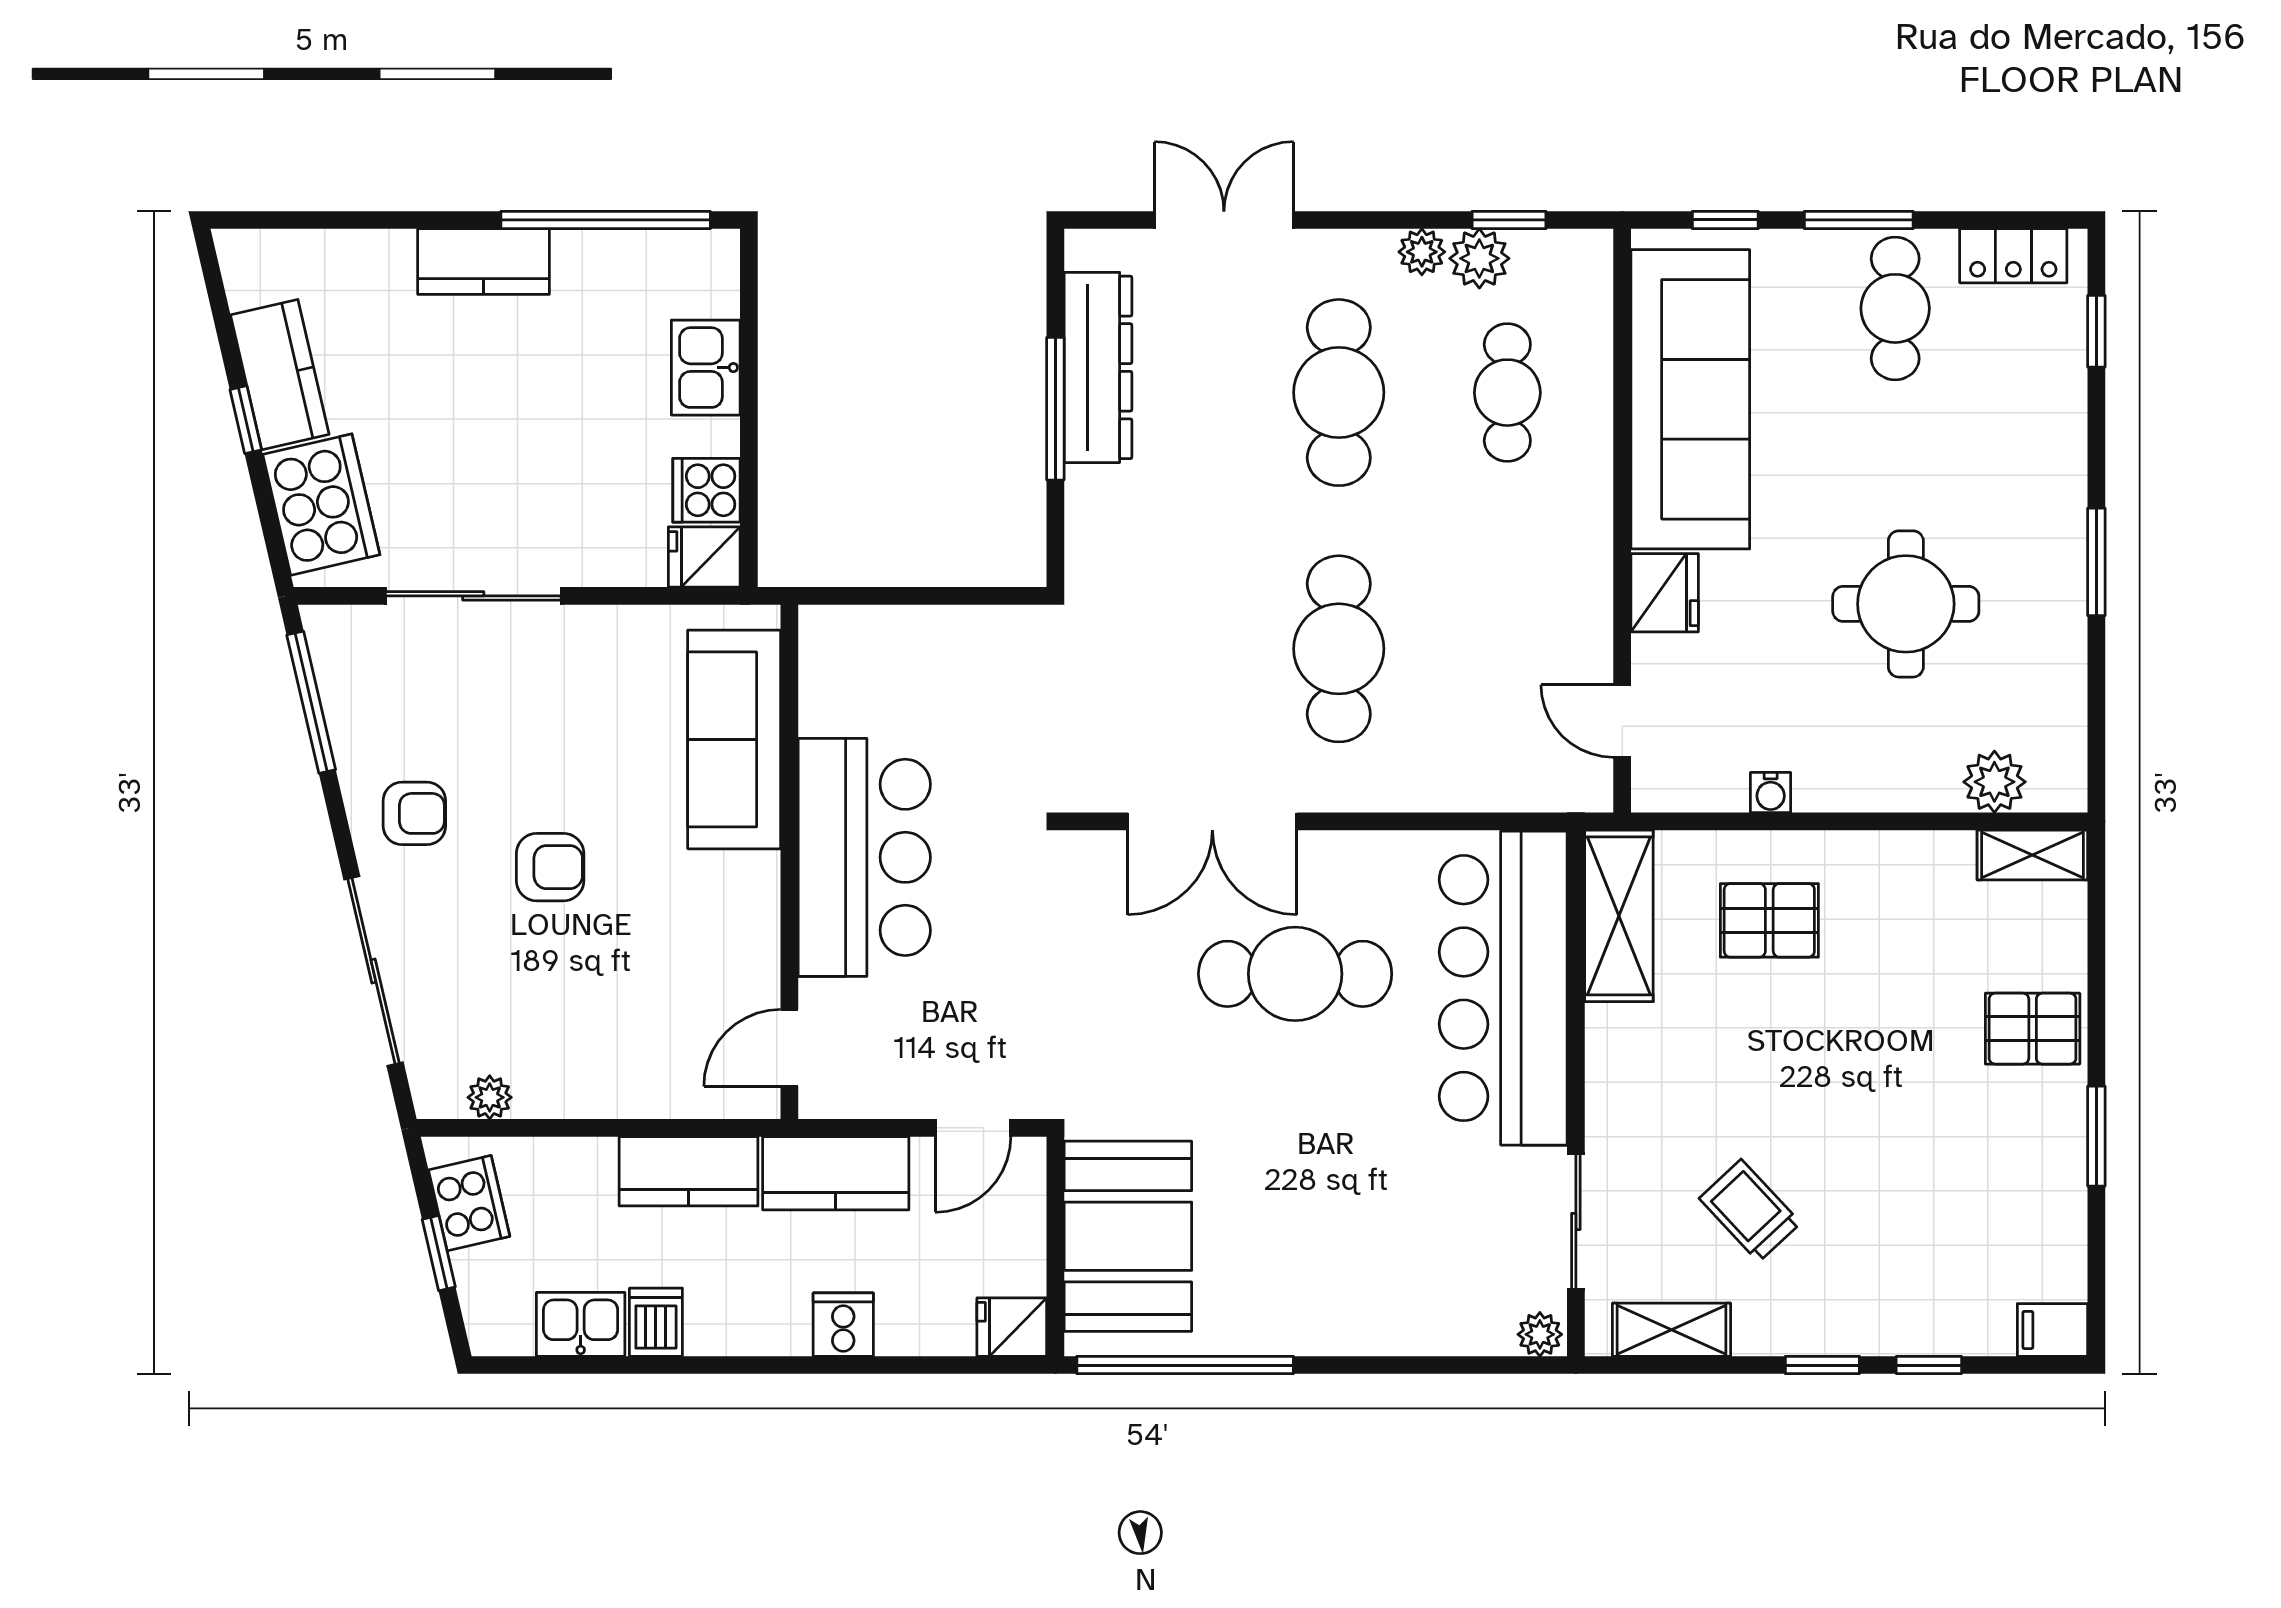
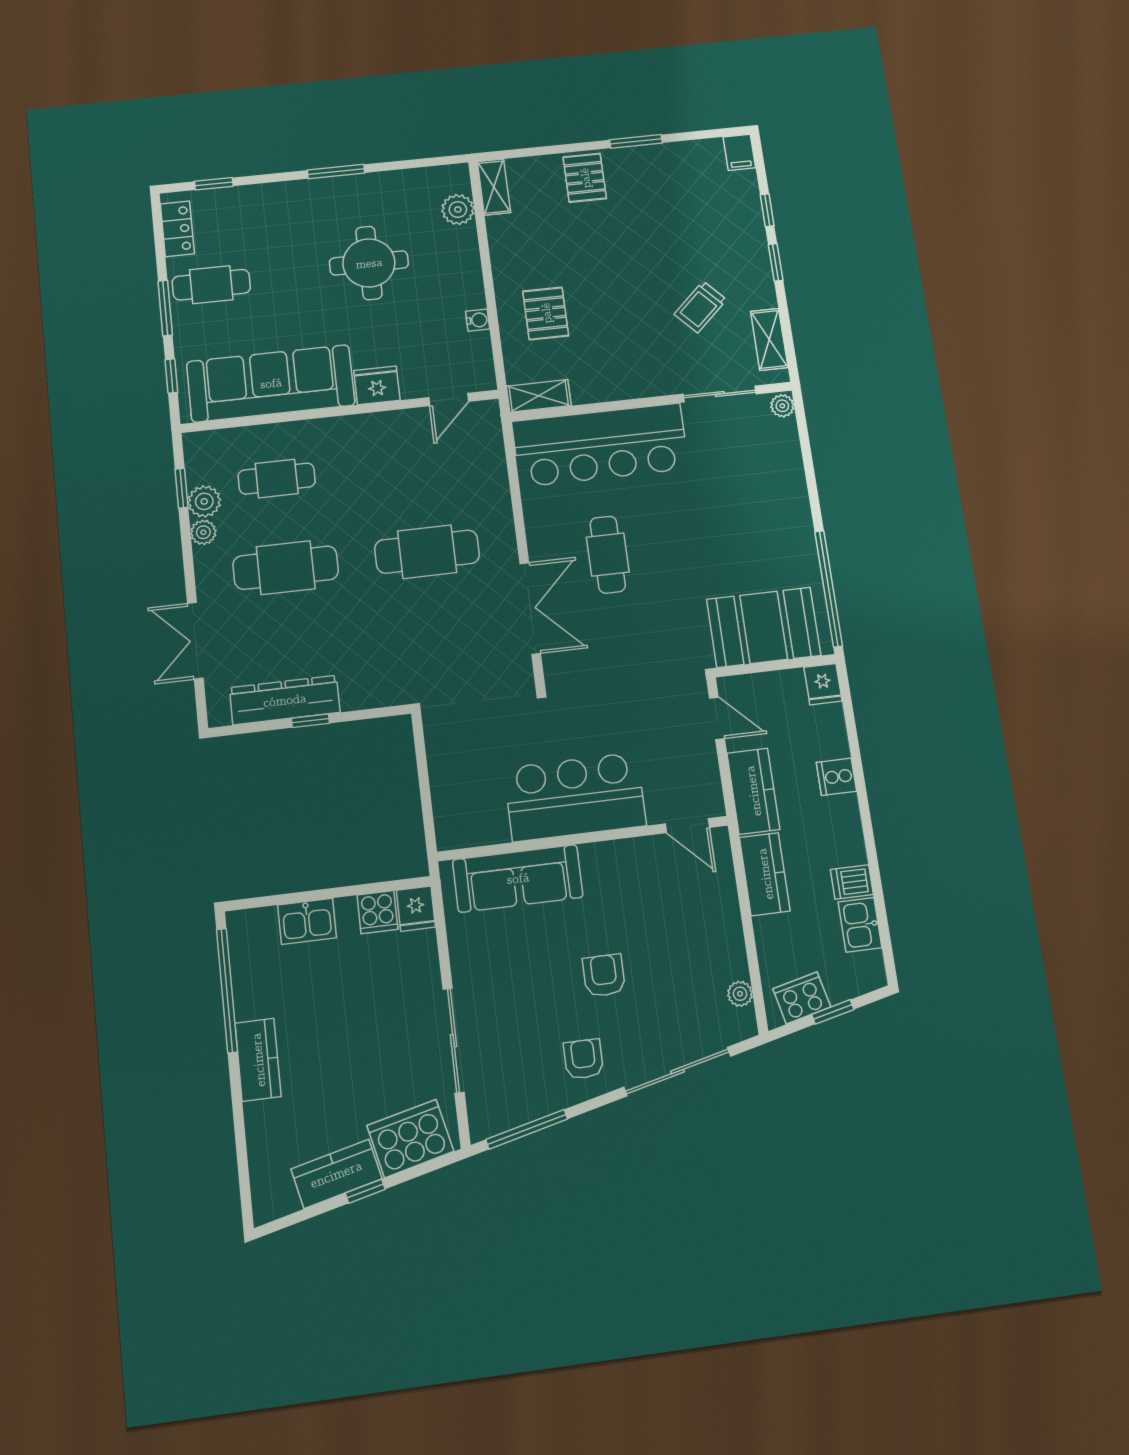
window: (1055, 409) -> (310, 721), width x0.46
shelving: (1619, 916) -> (539, 396), width x0.67, depth x0.75
cafe table: (1295, 974) -> (608, 555), width x0.73, depth x0.74

